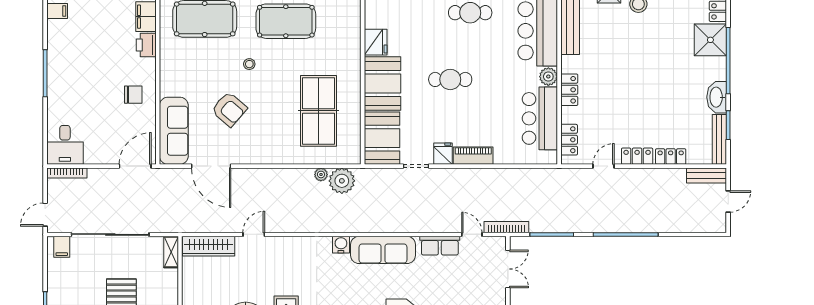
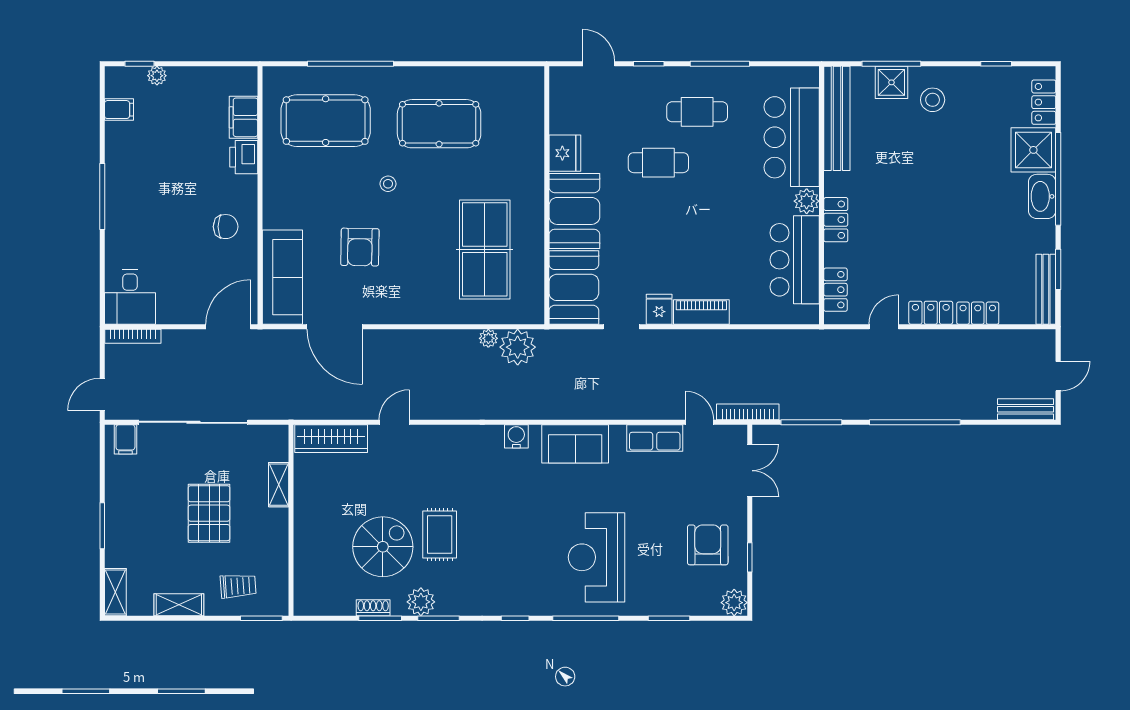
cafe table: (450, 79) -> (658, 163), moved
washbasin: (717, 97) -> (1042, 196), moved
armchair: (229, 109) -> (360, 247), turned 50
bench: (706, 175) -> (1025, 409), moved
sofa: (383, 250) -> (575, 444), width x0.73
shelving: (171, 252) -> (279, 485), moved

